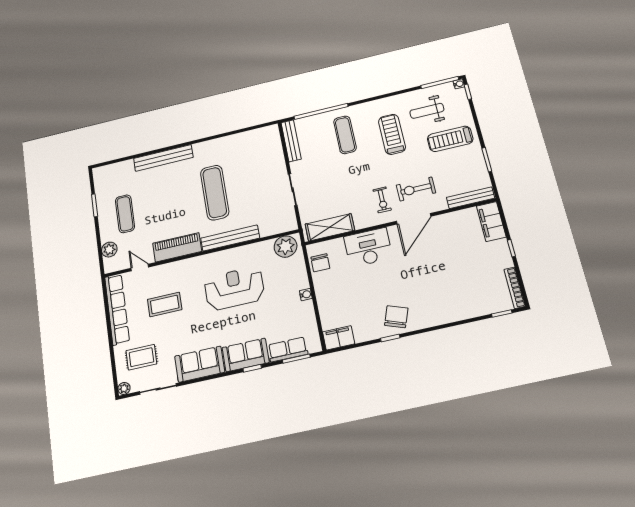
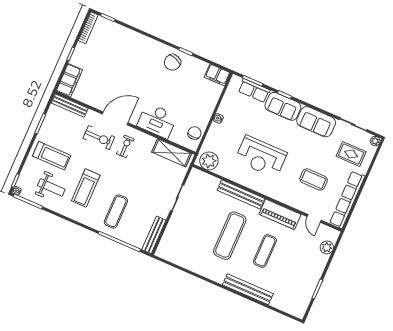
exercise mat: (125, 214) -> (265, 251), moved

